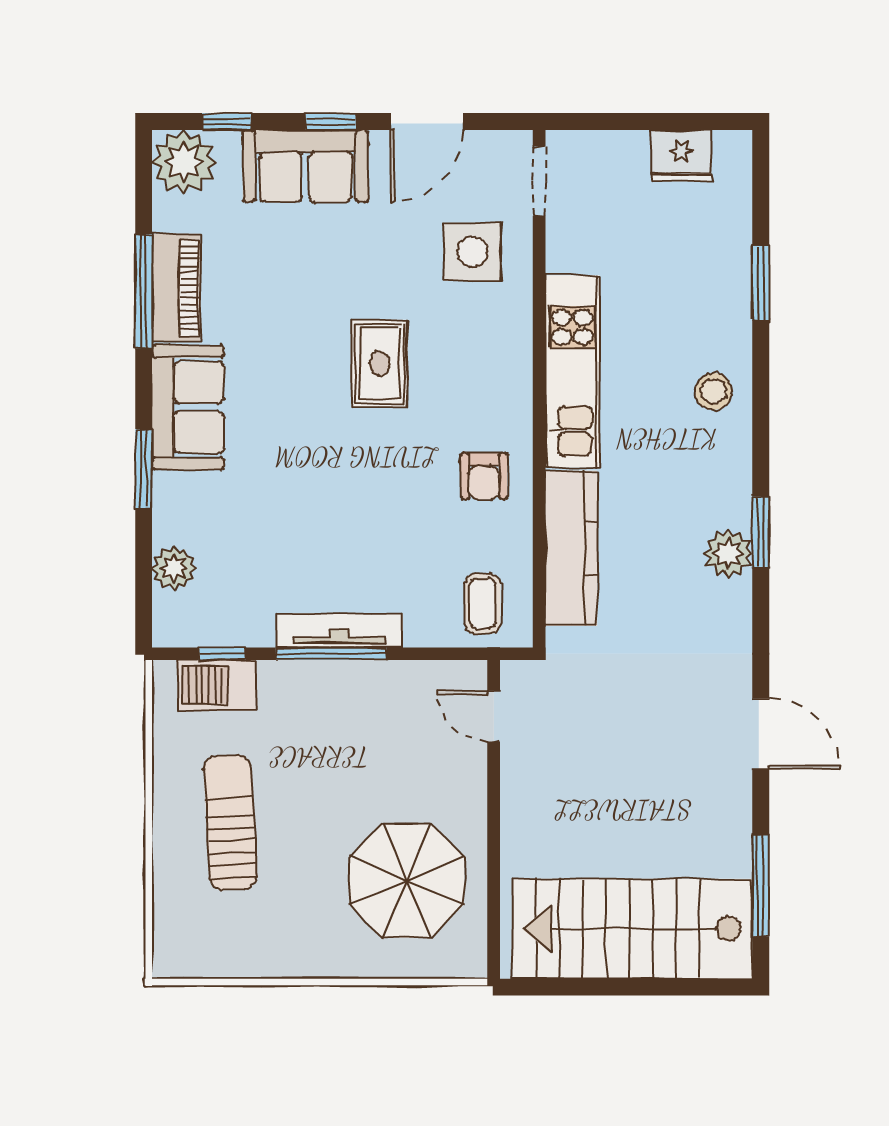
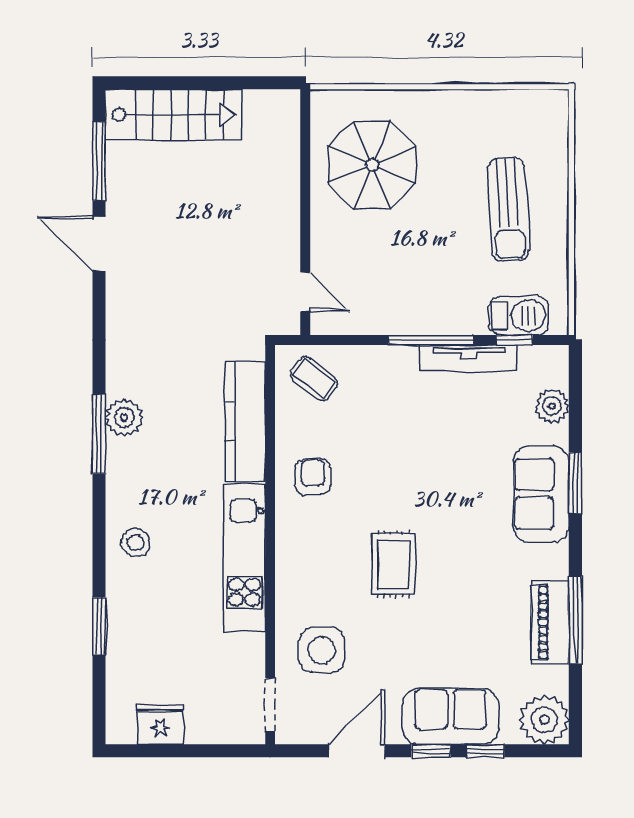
window: (227, 122) -> (485, 751), moved
sofa: (188, 407) -> (541, 494), moved
window: (761, 532) -> (99, 434), width x1.44
coffee table: (482, 604) -> (314, 379), turned -52
tv unit: (340, 630) -> (469, 358), moved
door: (761, 734) -> (99, 244), moved
stairs: (633, 929) -> (173, 115), width x0.73, depth x0.66

